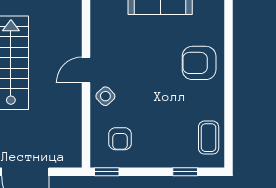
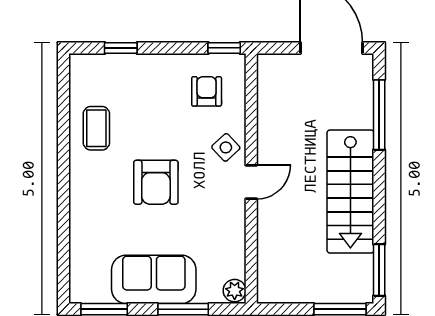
armchair: (199, 63) -> (156, 182), moved, turned 90
coffee table: (209, 138) -> (96, 128), moved

